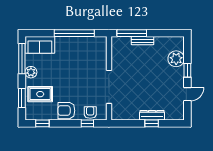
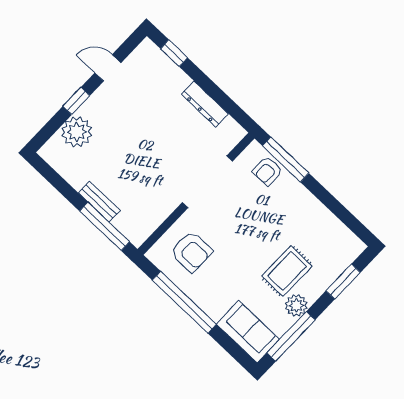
rug: (40, 94) -> (287, 271), moved, turned 90
armchair: (66, 111) -> (191, 252), moved
dresser: (152, 115) -> (205, 104), moved
window: (42, 123) -> (348, 219), removed
window: (87, 123) -> (286, 159), width x2.17
window: (152, 123) -> (174, 53), moved

